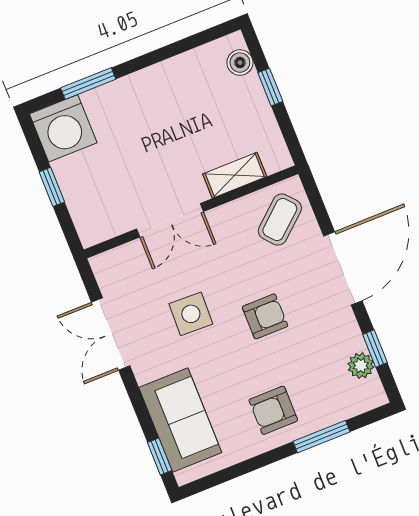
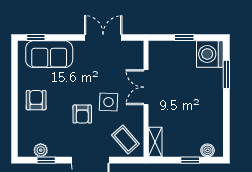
shelving: (235, 175) -> (155, 142), moved
side table: (191, 314) -> (108, 102), moved
window: (321, 437) -> (14, 118), removed

